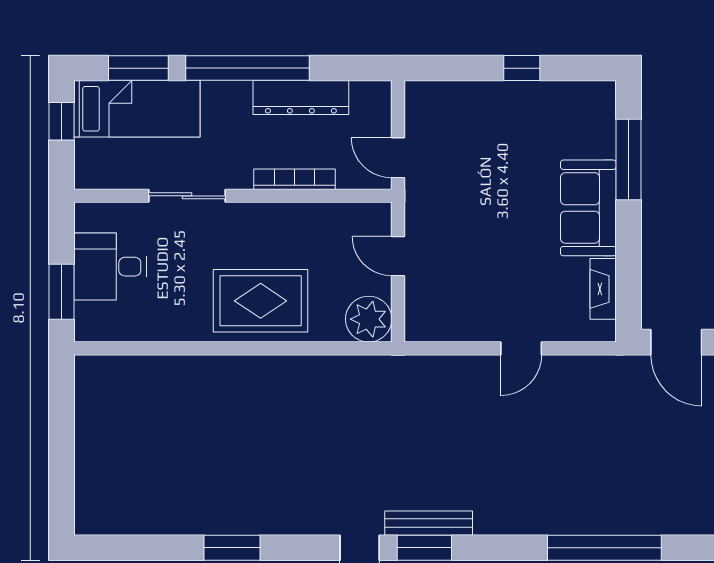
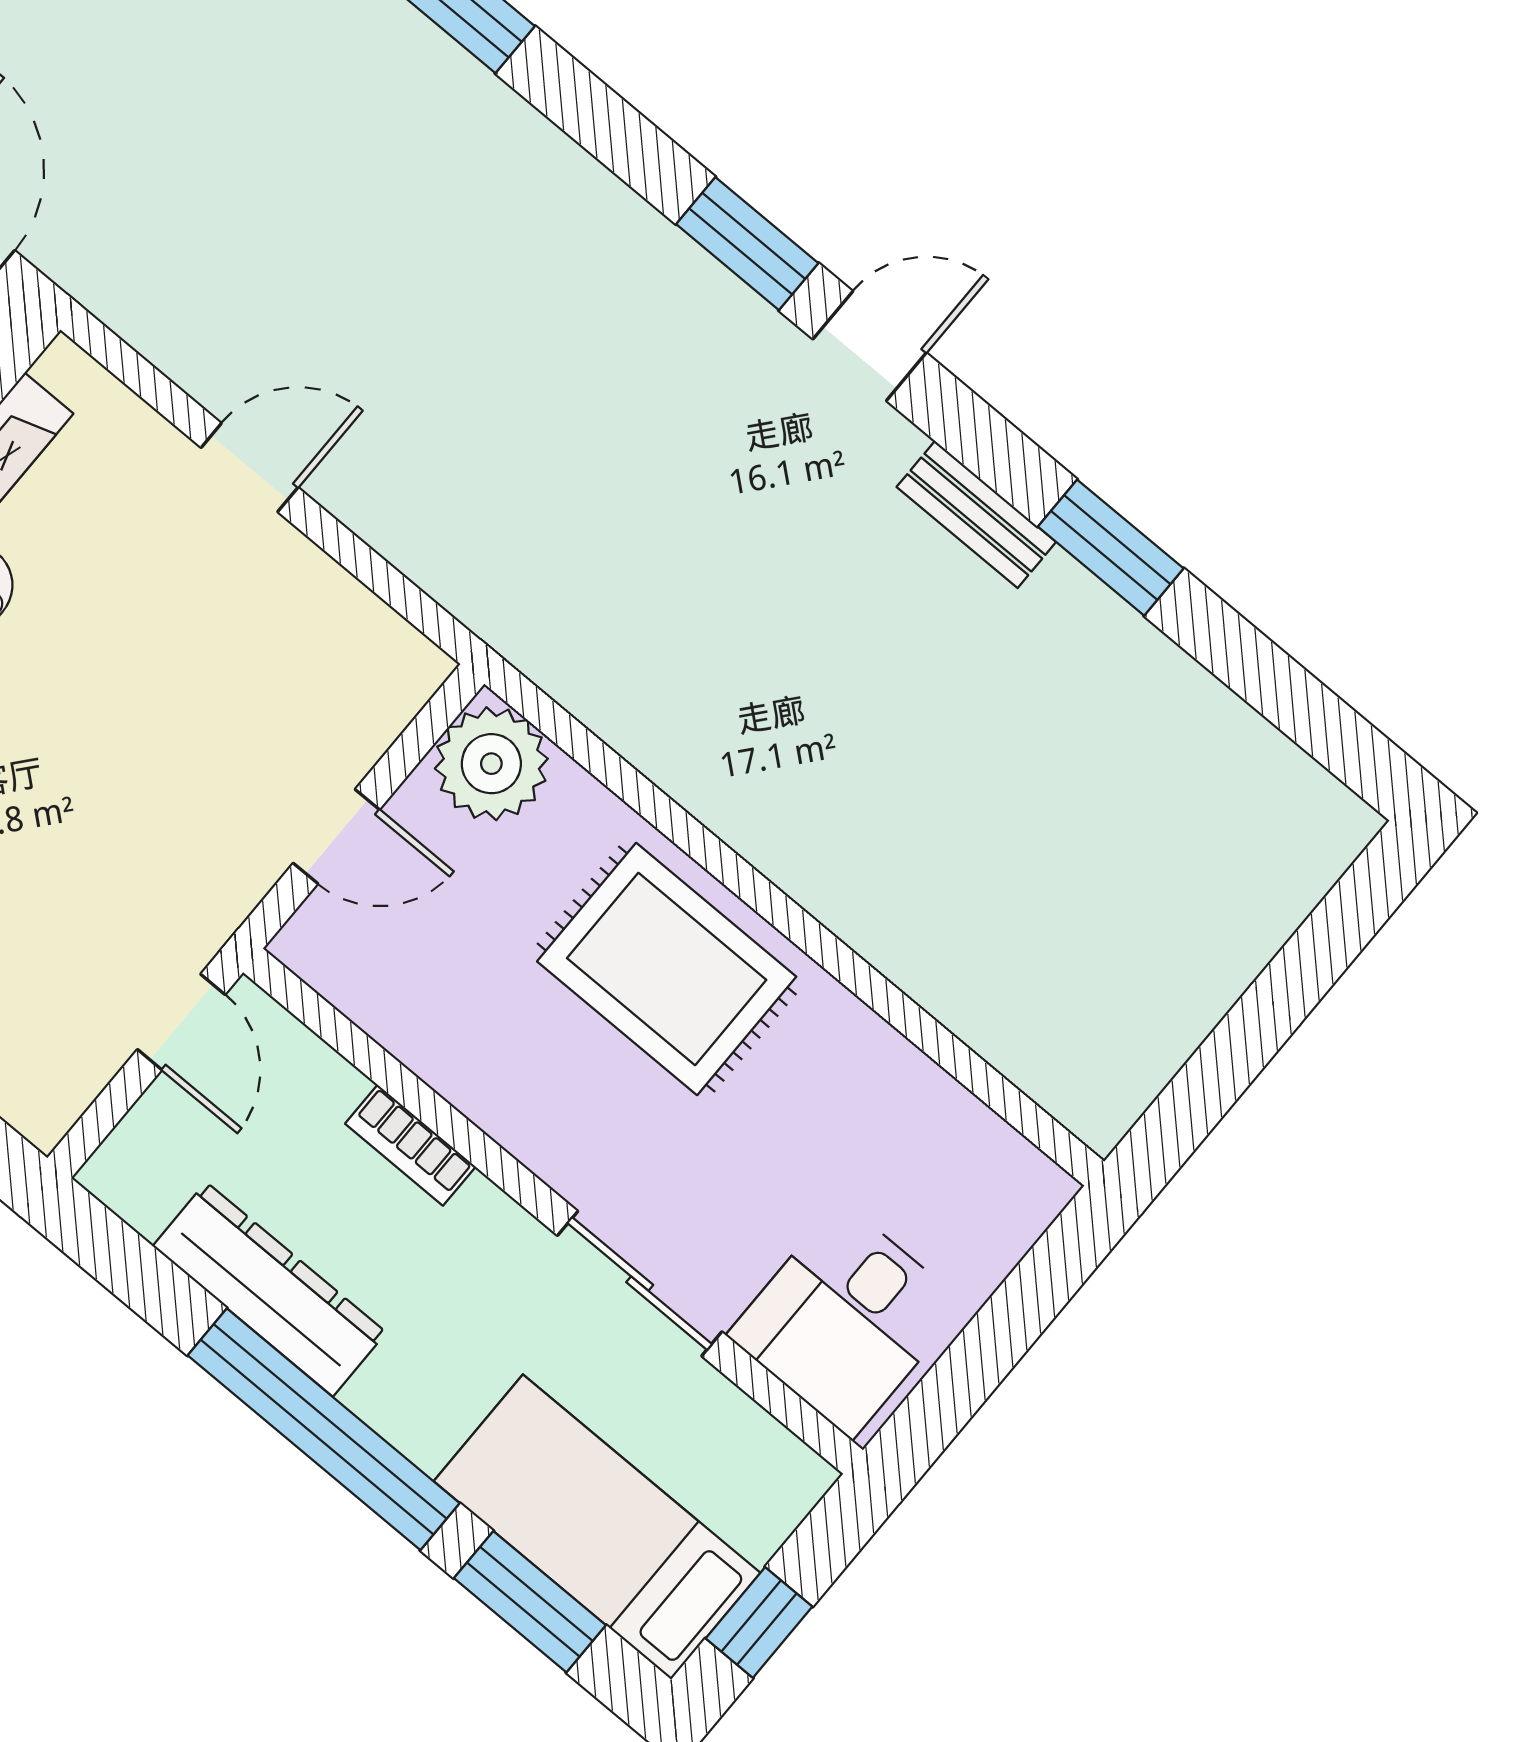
bookcase: (295, 179) -> (410, 1145), width x0.64
door: (398, 256) -> (336, 836), hinge flipped
desk: (110, 267) -> (846, 1320), moved, turned 90
window: (62, 292) -> (1028, 1300), removed
bench: (429, 523) -> (976, 514), moved, width x0.73

